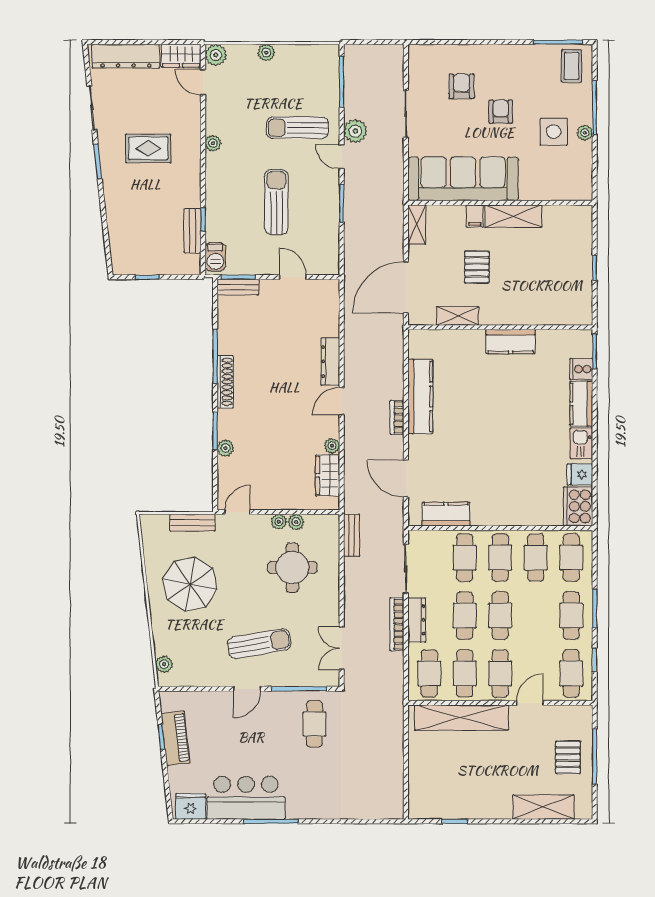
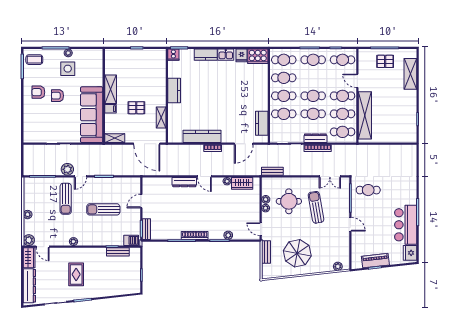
door: (203, 82) -> (43, 247), hinge flipped
armchair: (462, 86) -> (38, 92), moved
cooker: (581, 369) -> (173, 55), moved
sun lounger: (259, 644) -> (316, 207), moved

